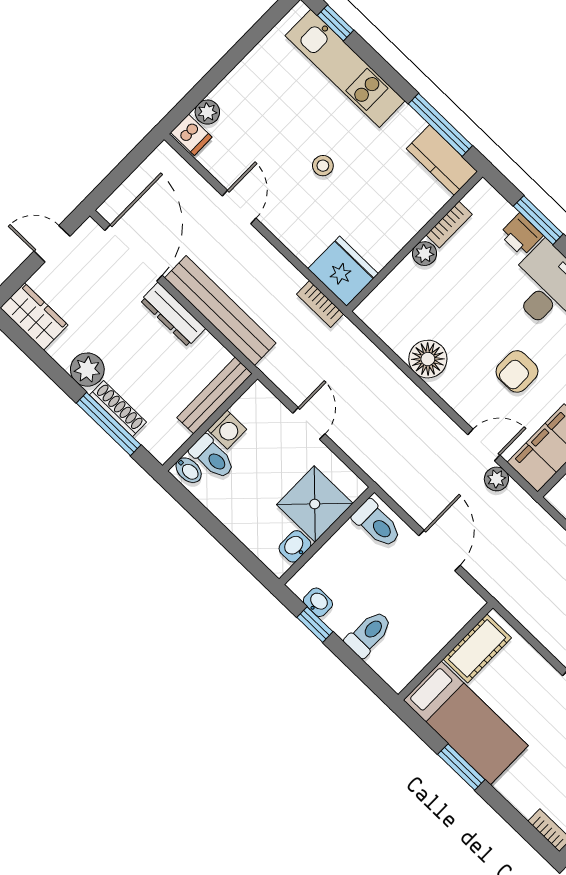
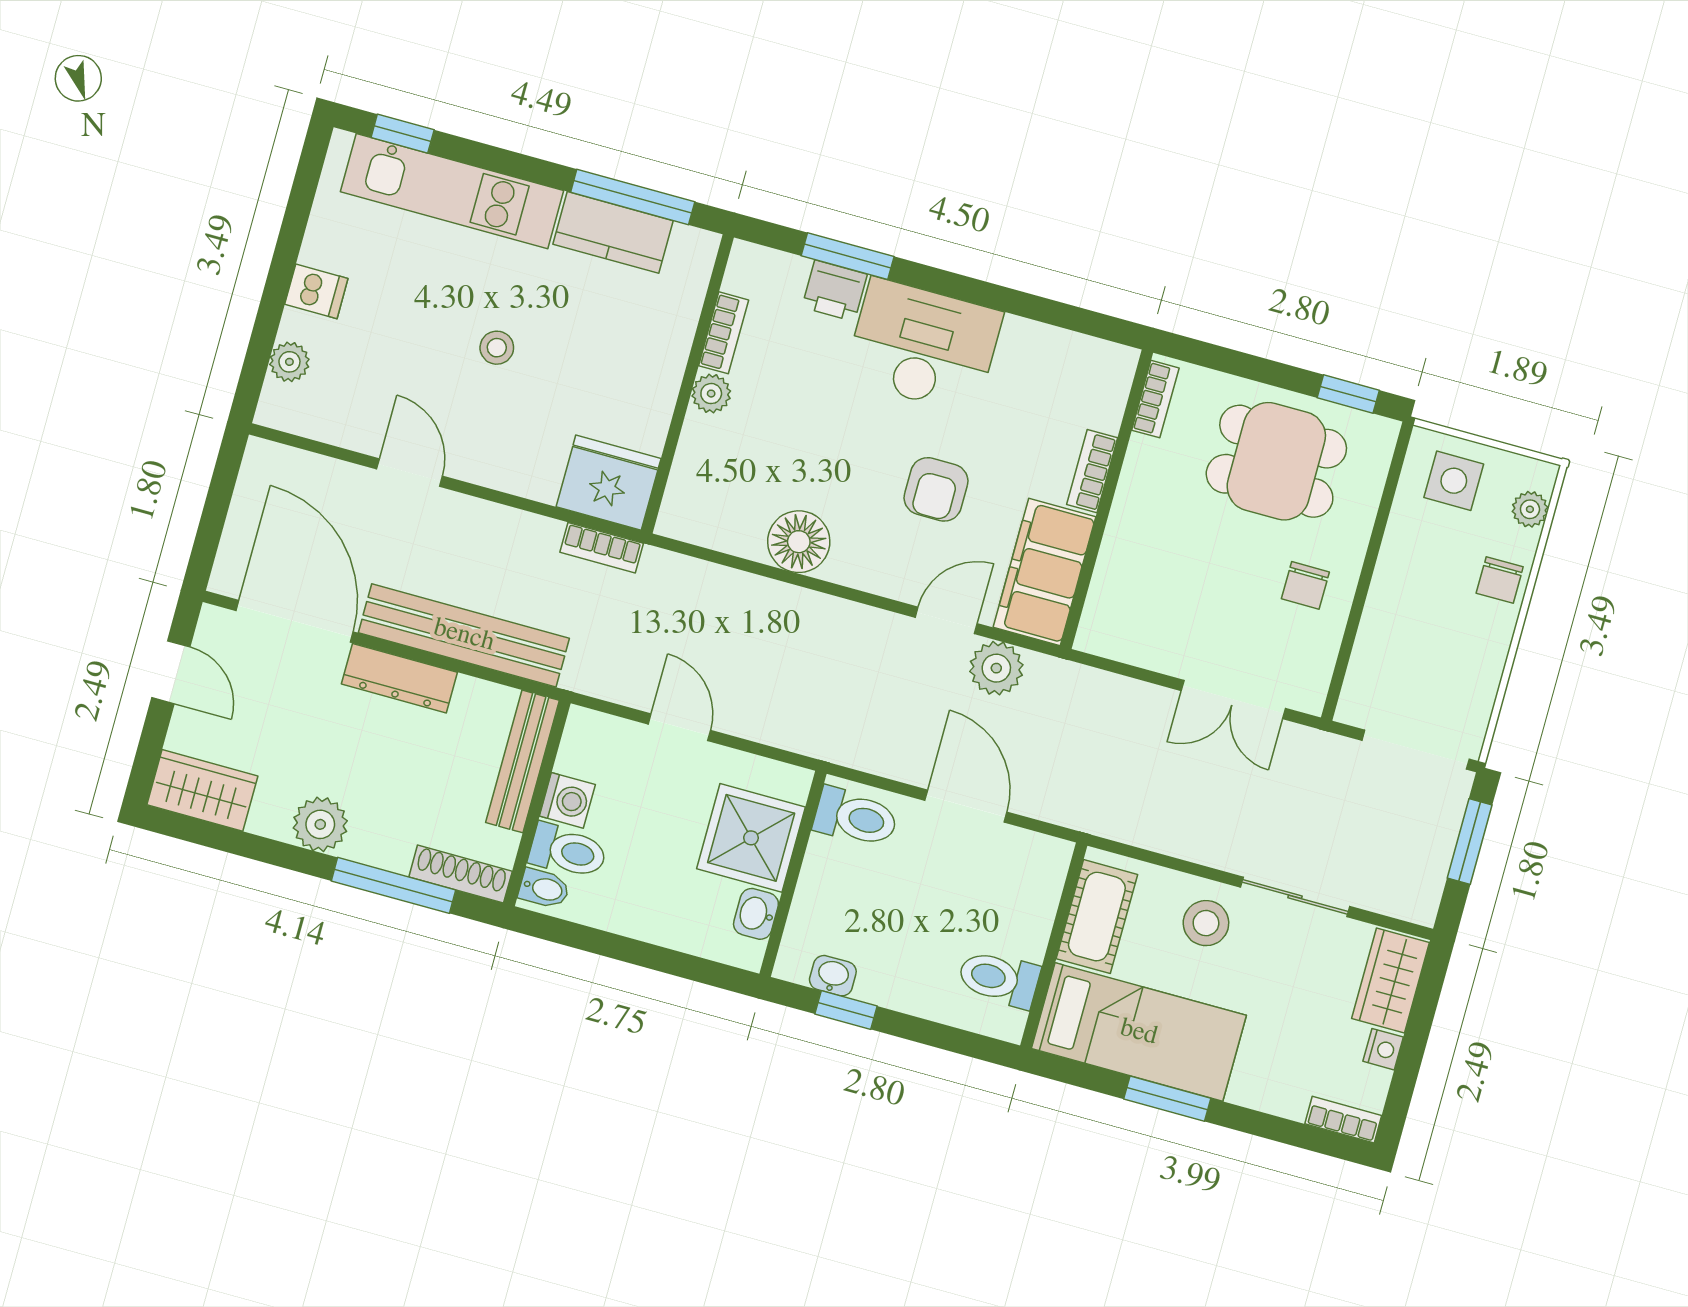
dishwasher: (191, 135) -> (316, 291), moved
kitchen counter: (442, 160) -> (613, 232), moved
door: (52, 244) -> (171, 672), swing flipped
shoe rack: (118, 409) -> (461, 874), moved
plant: (496, 479) -> (996, 668), width x1.38, depth x1.38
toilet: (369, 634) -> (999, 979), moved, turned -90
stool: (534, 684) -> (1206, 923), added

